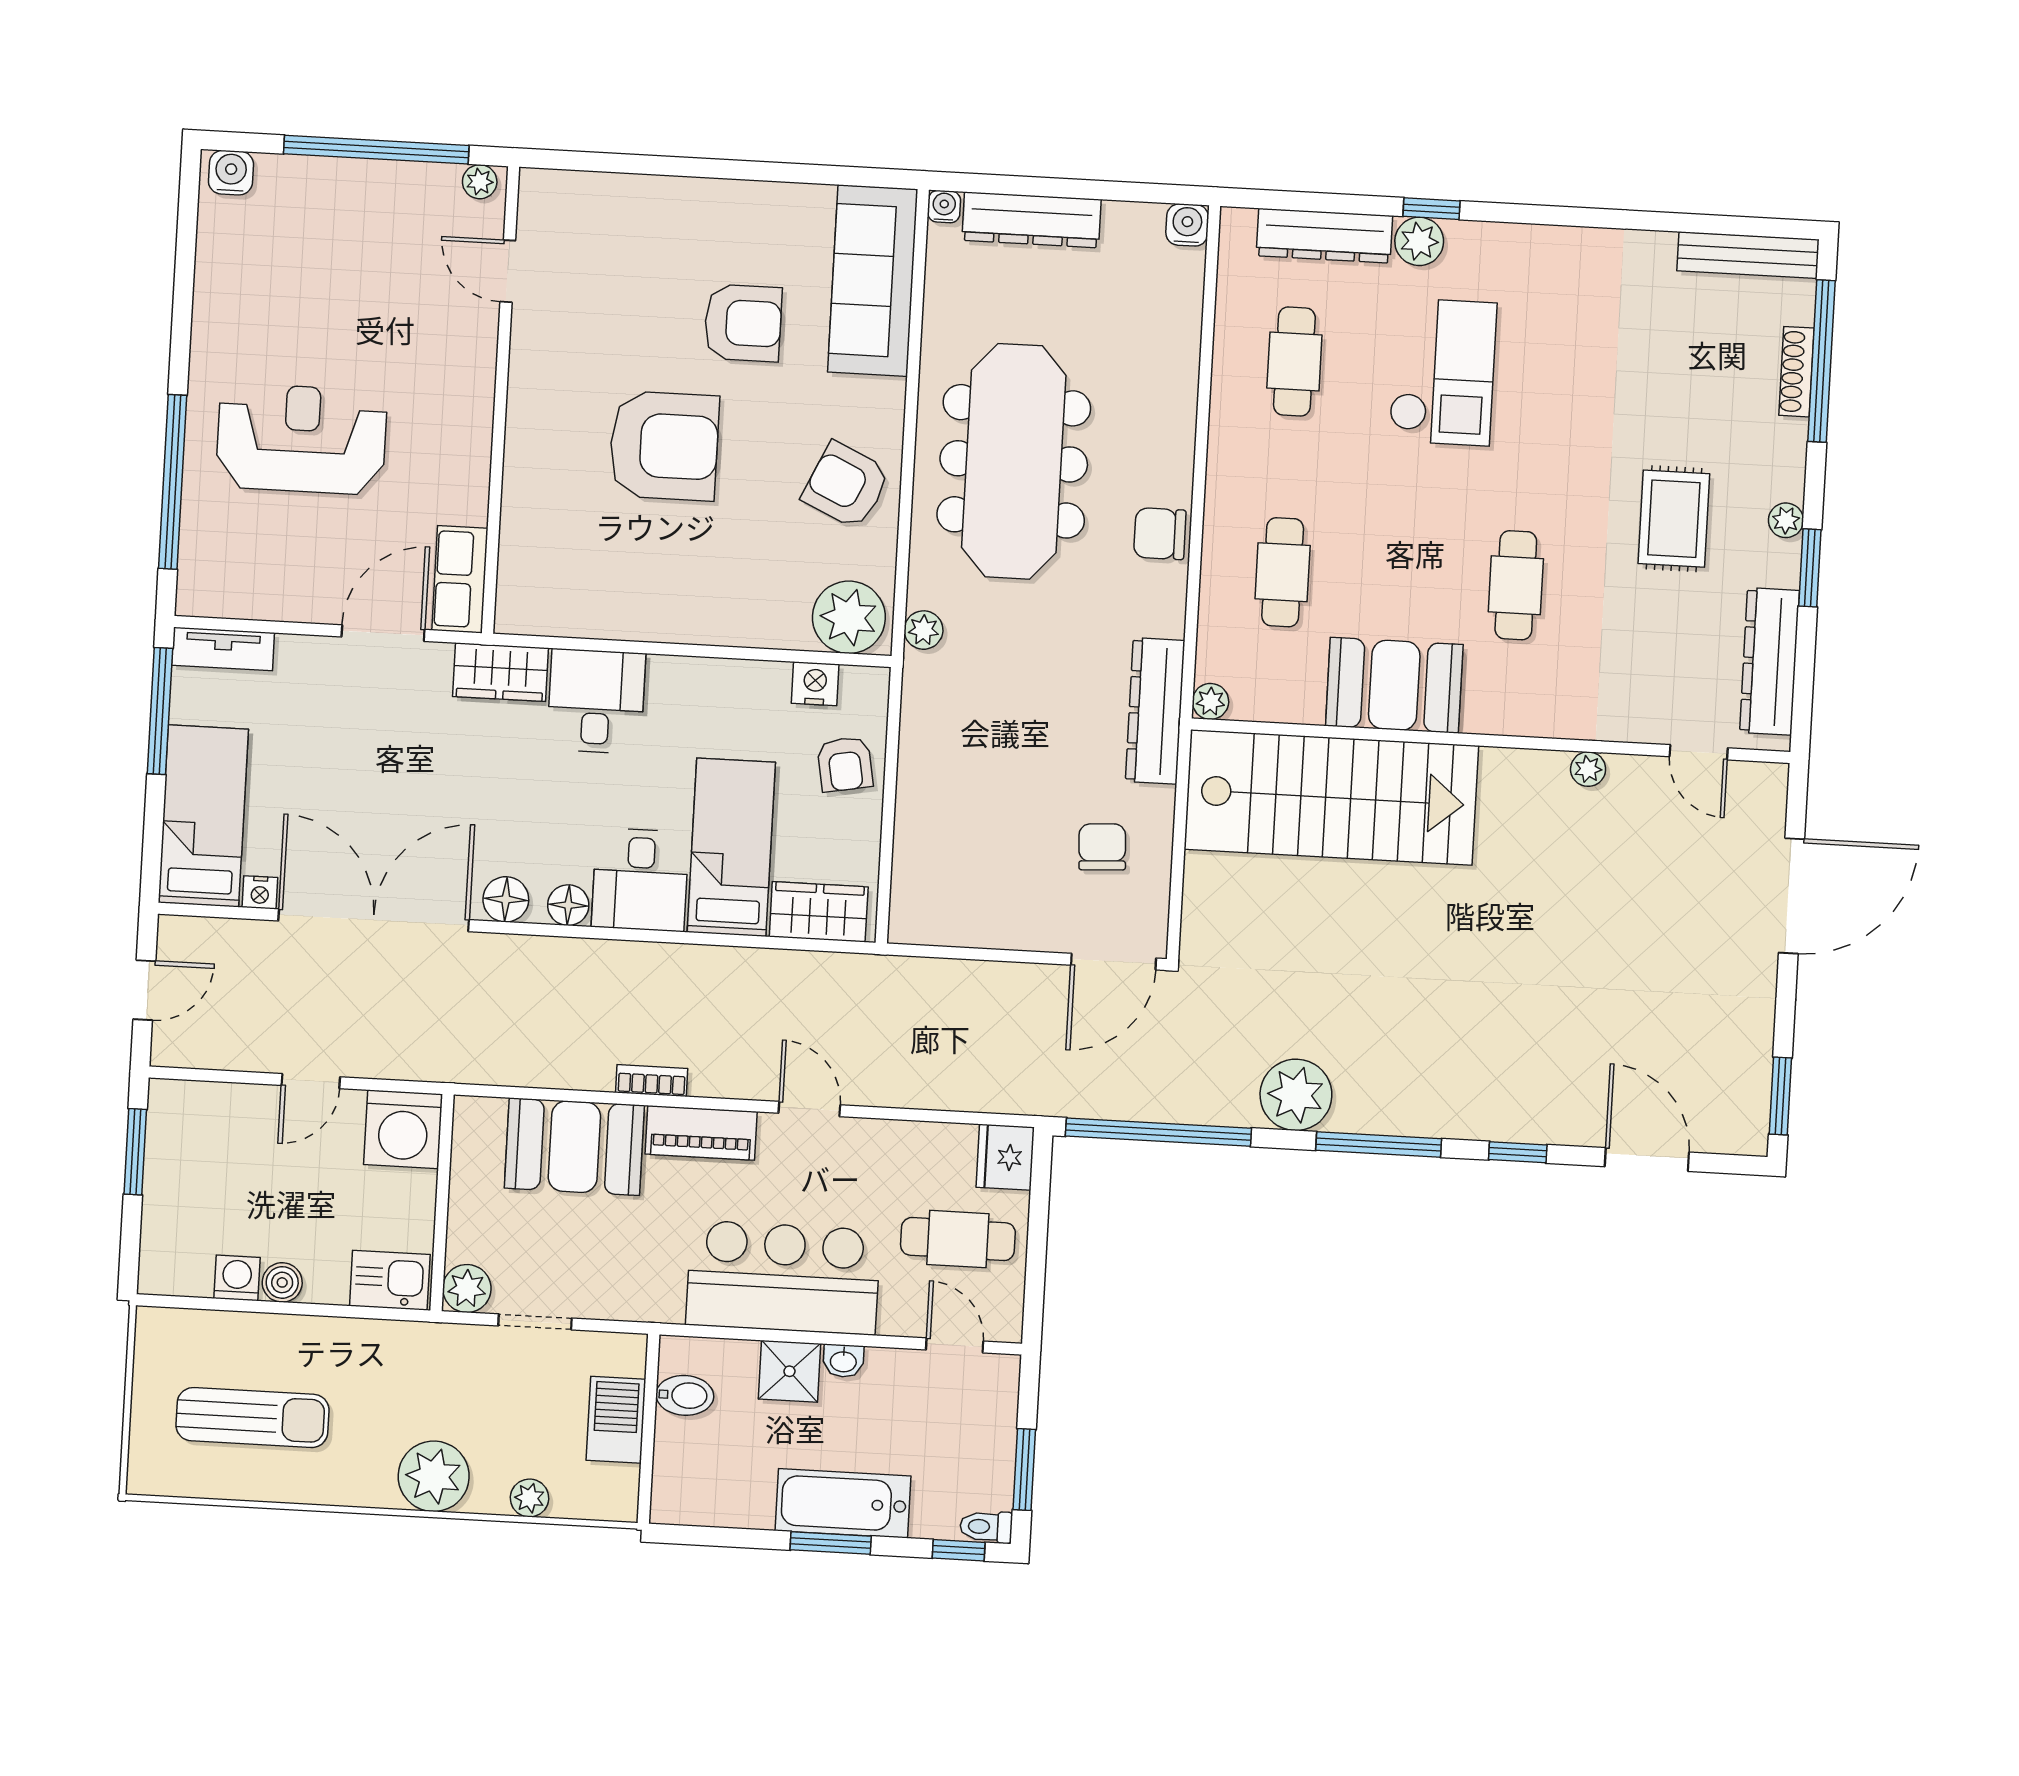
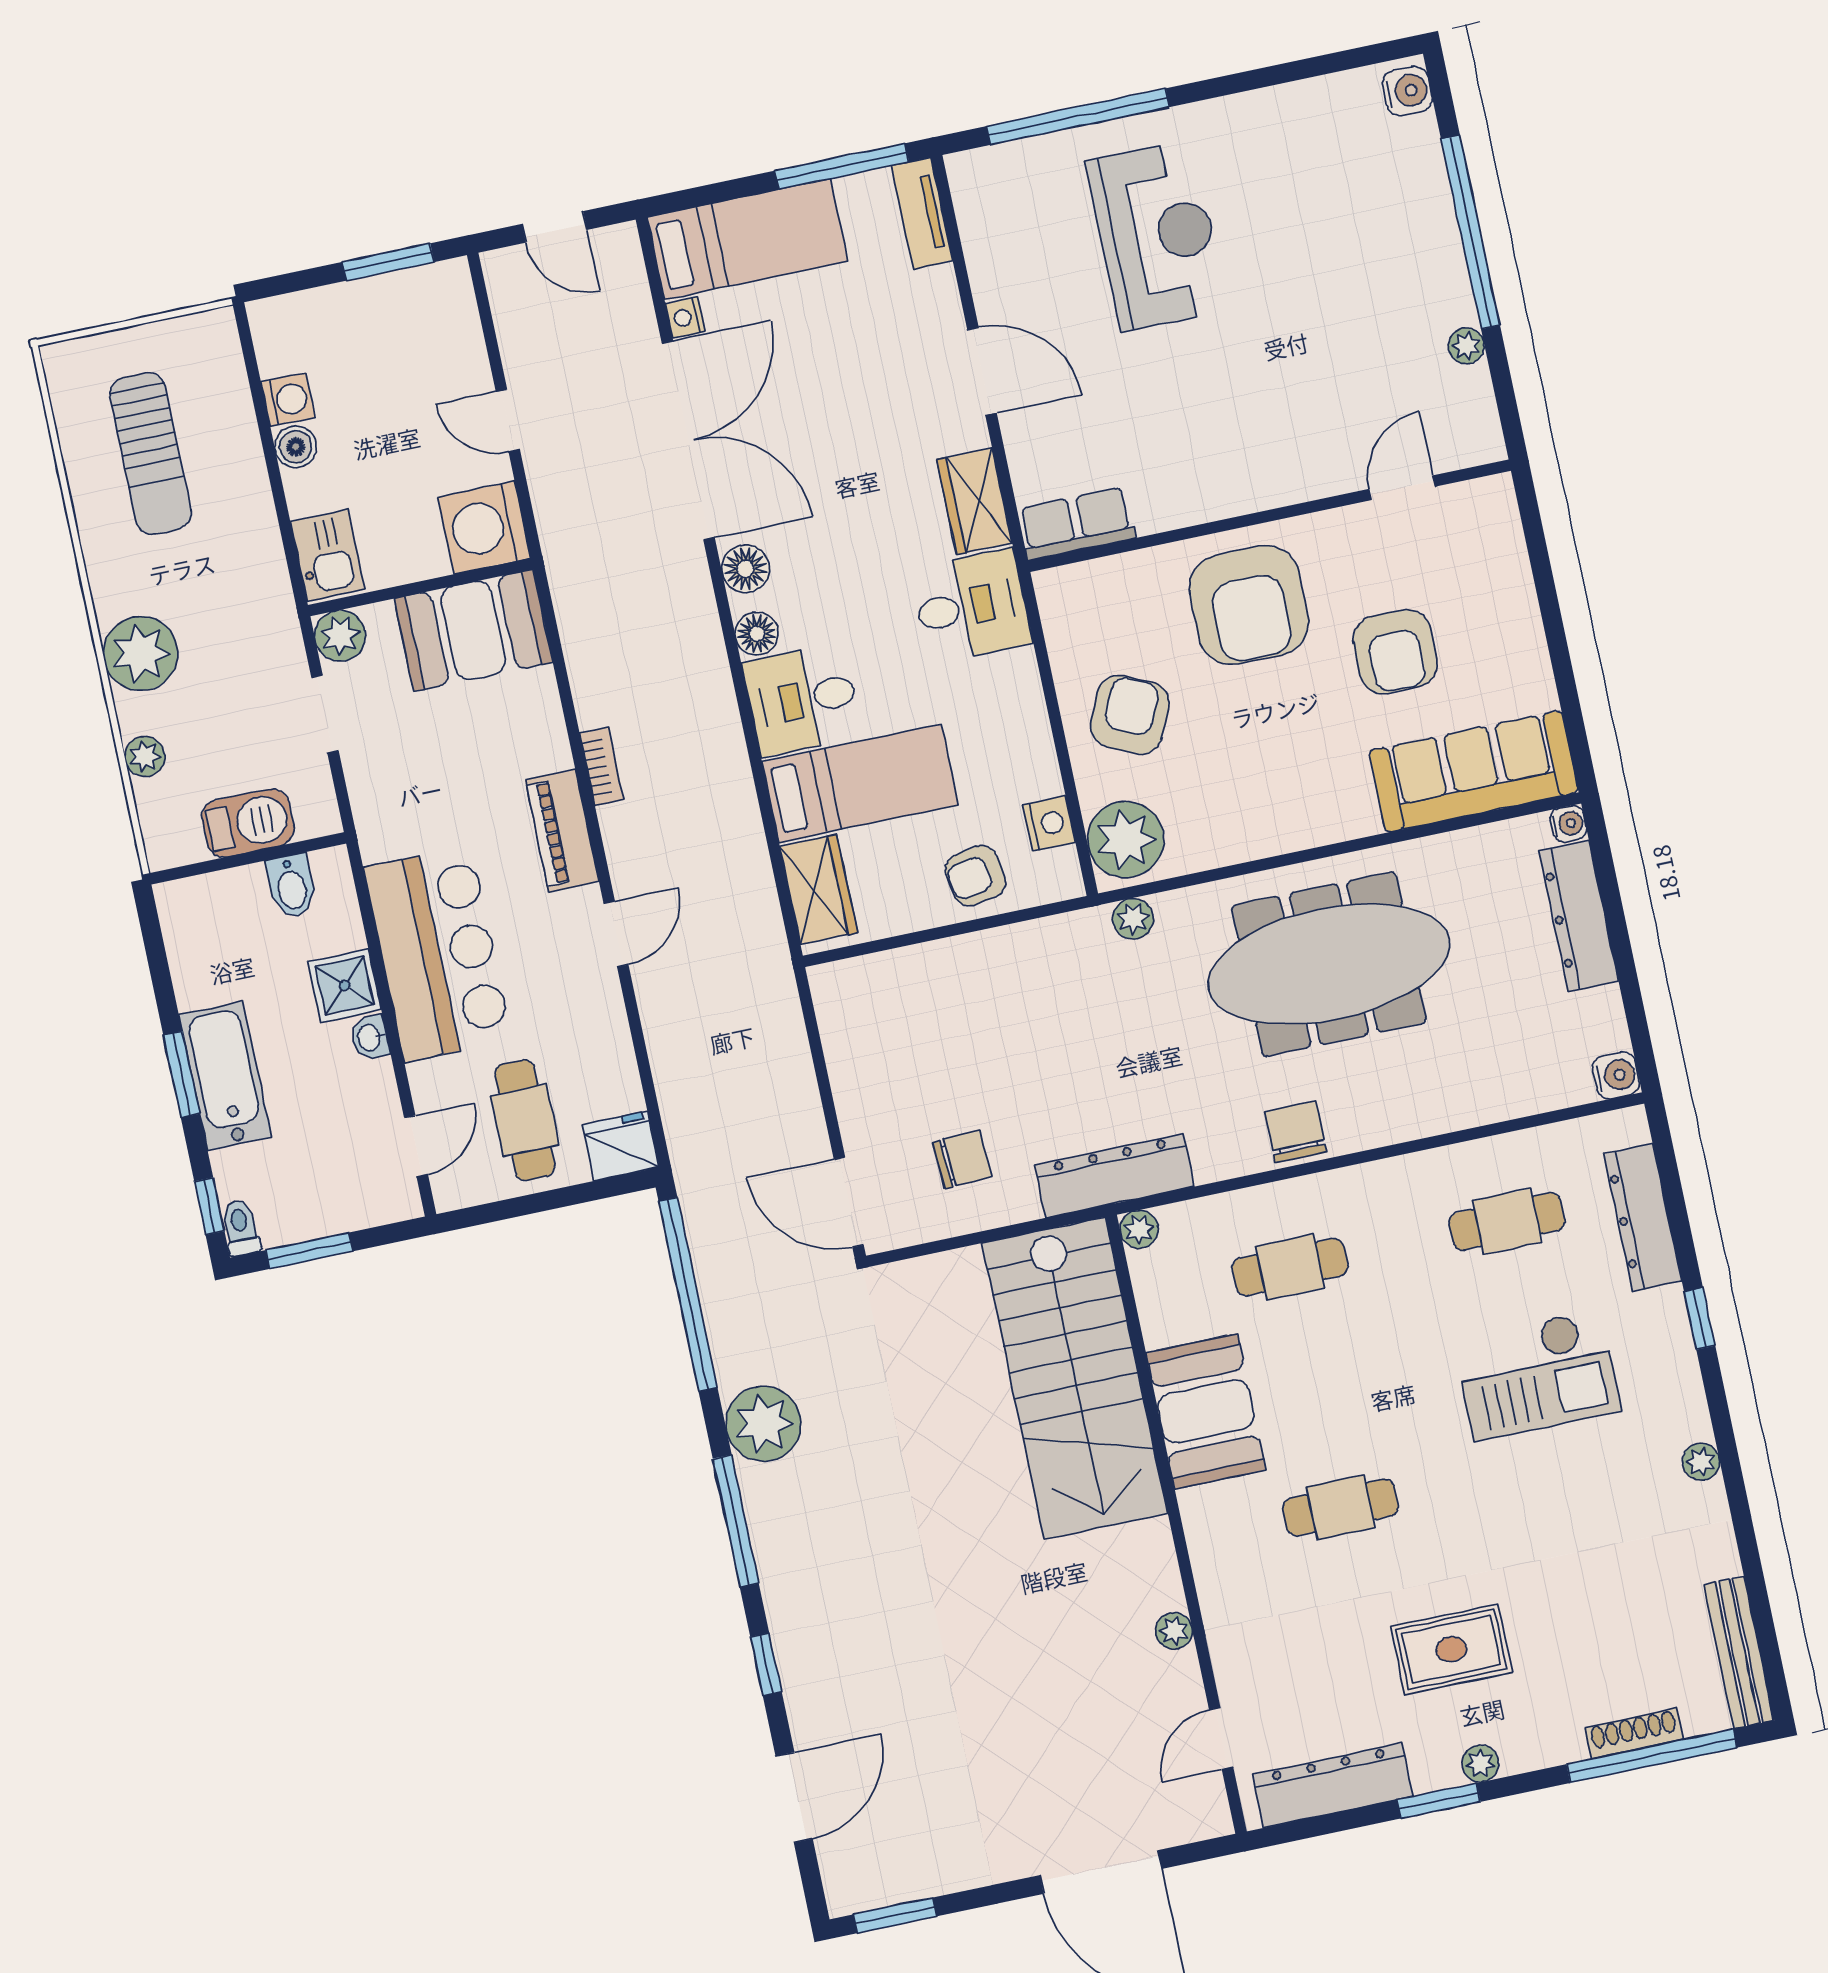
plant: (1419, 241) -> (1701, 1462), moved, width x0.73, depth x0.73
door: (508, 271) -> (1402, 488), moved
wall: (501, 400) -> (1269, 516), moved
armchair: (846, 485) -> (1130, 715), moved
row of seats: (460, 579) -> (1076, 524), moved
booth: (574, 1147) -> (473, 630), moved, turned 90

